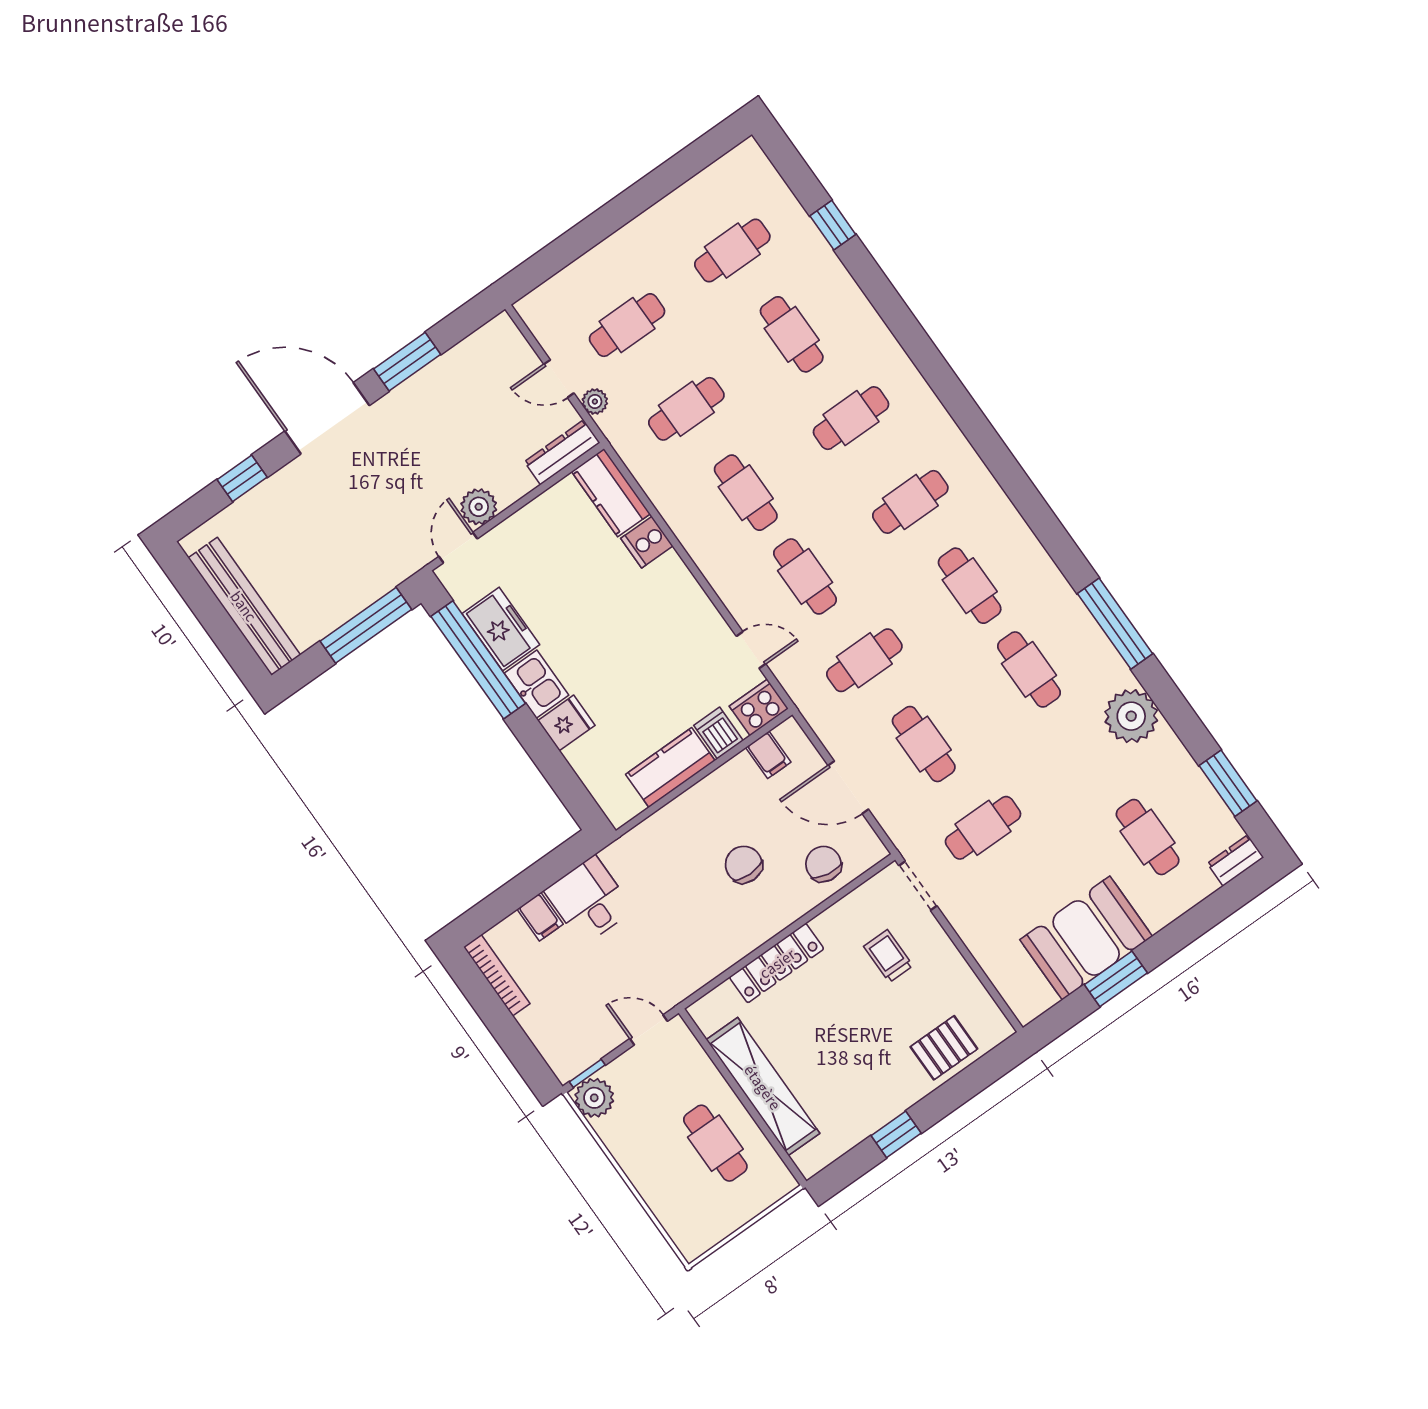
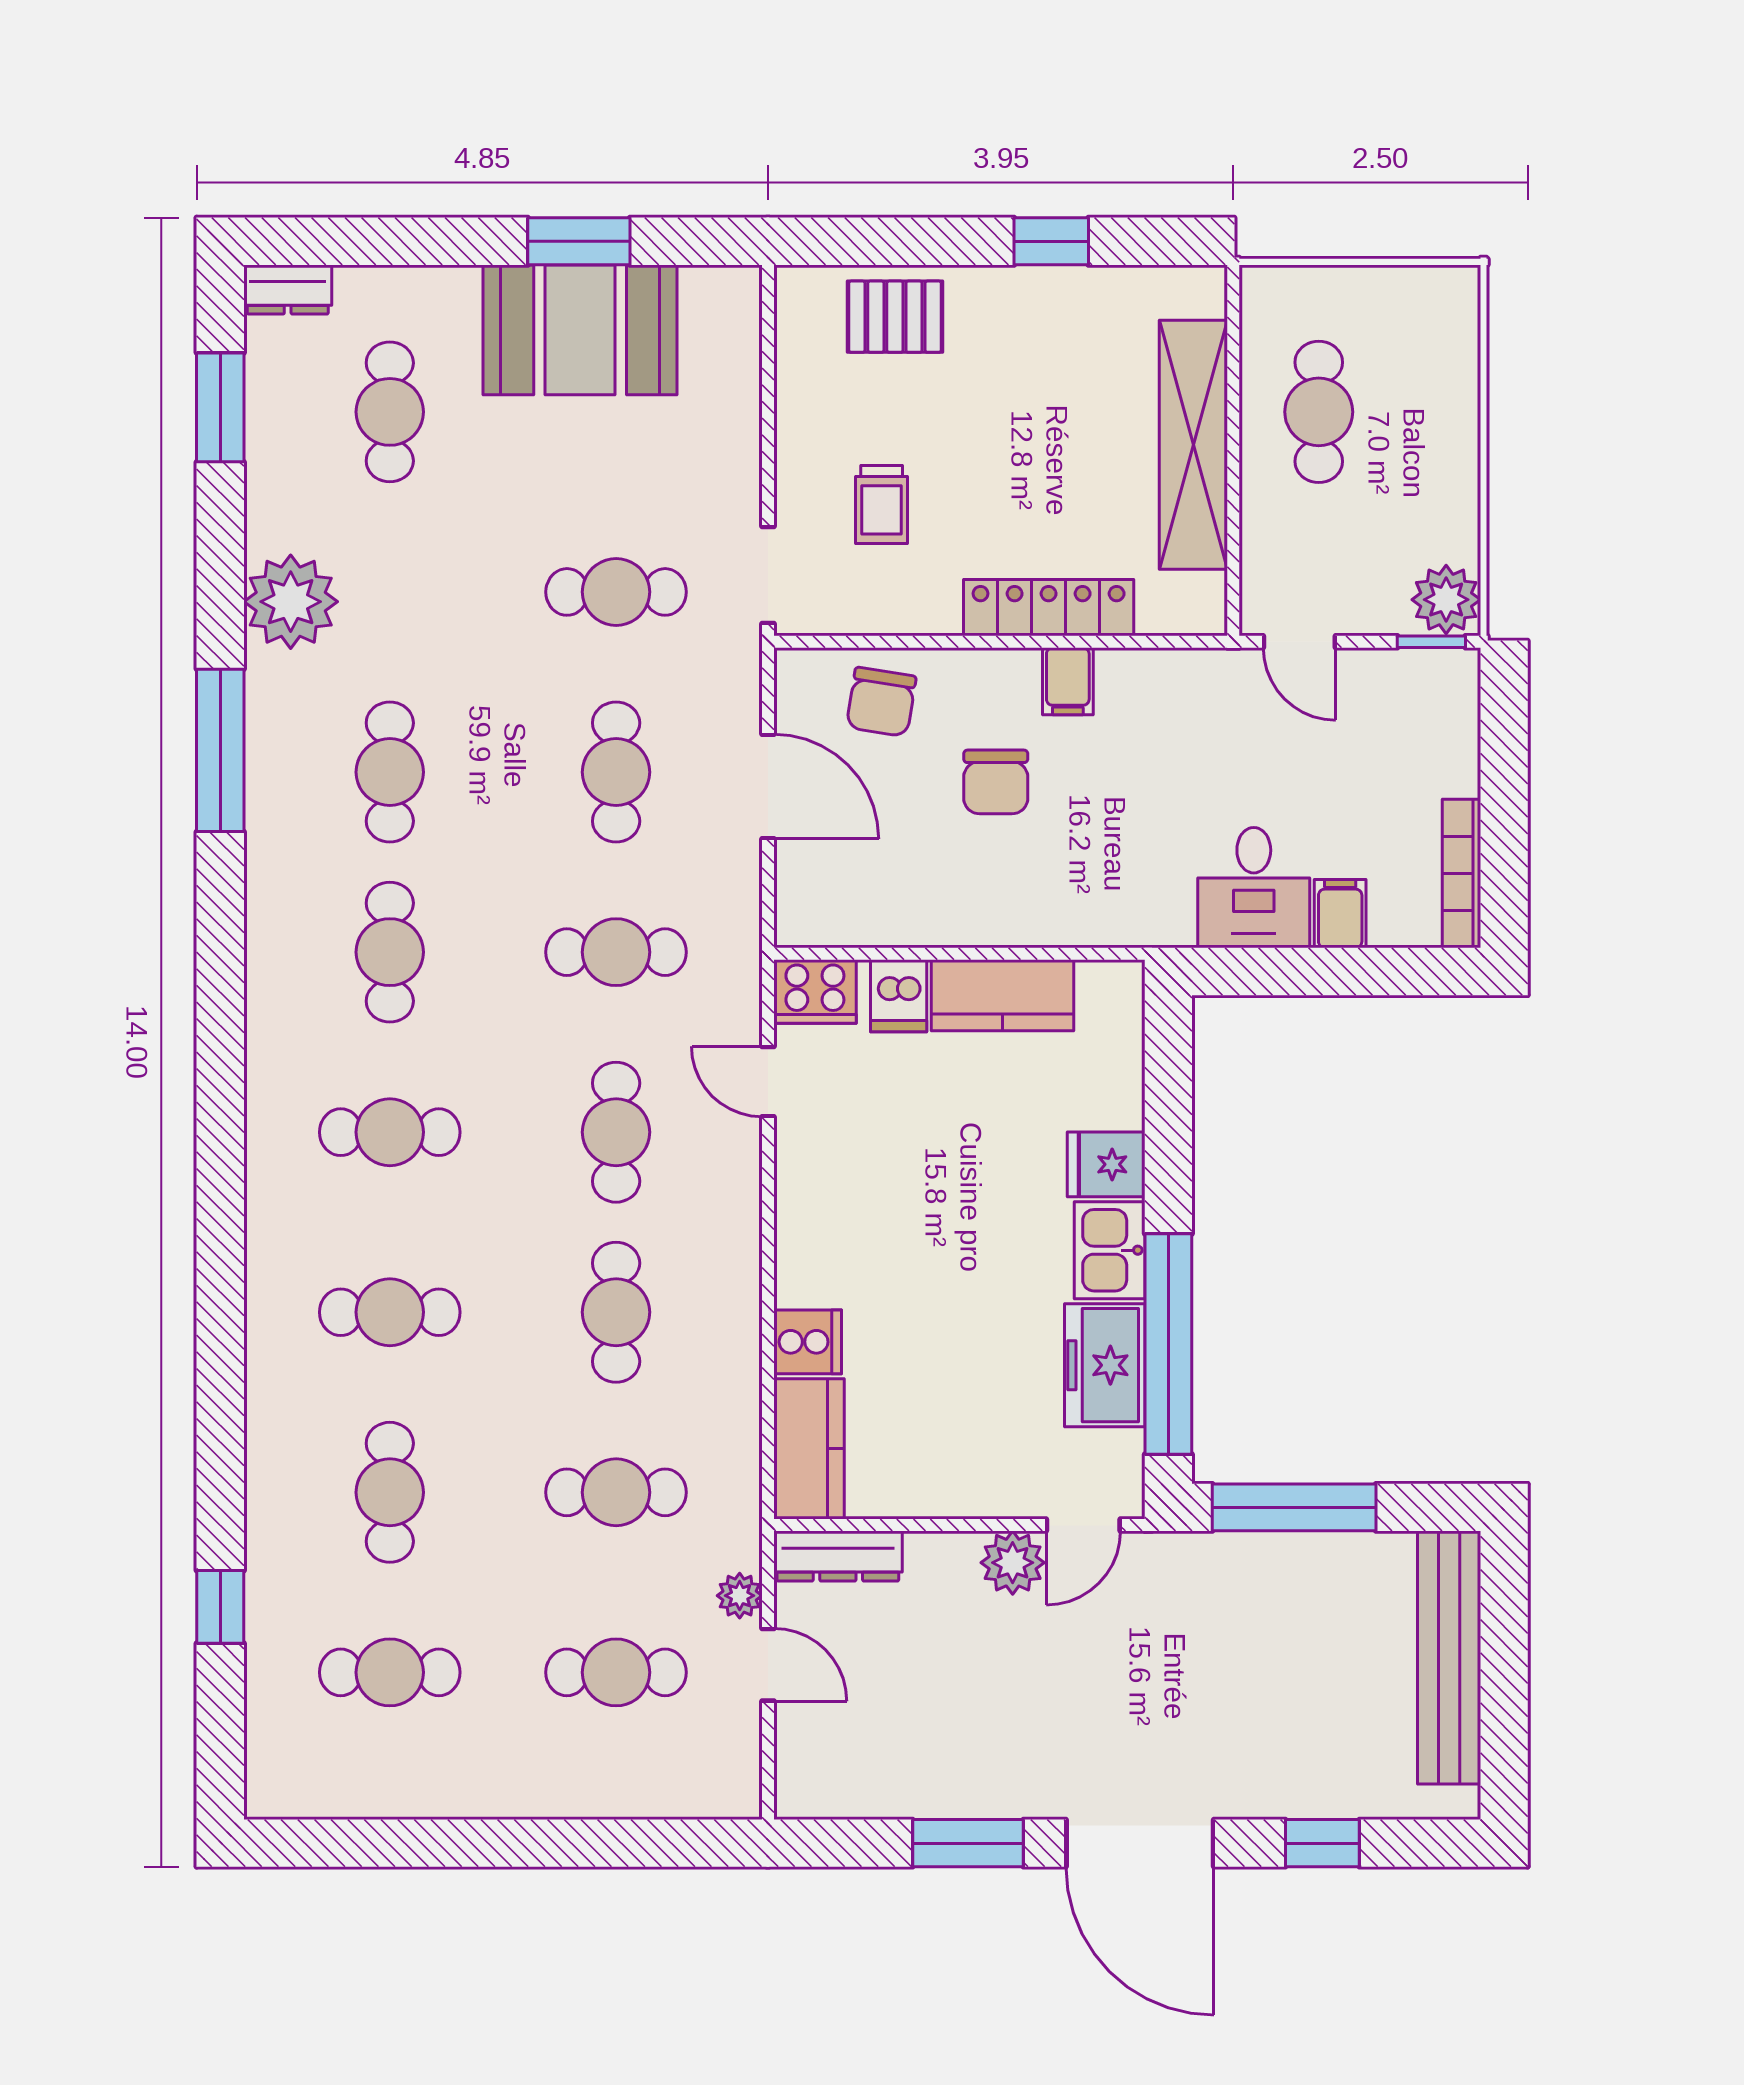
filing cabinet: (768, 755) -> (1068, 681), moved, turned 180

